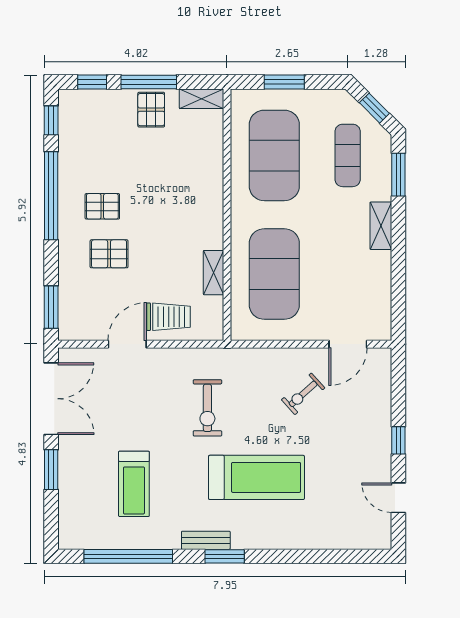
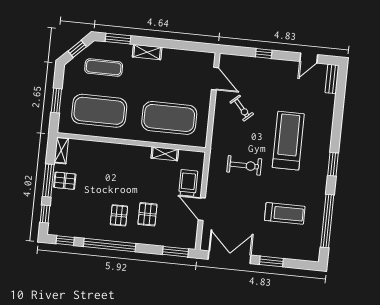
window: (398, 440) -> (264, 54), moved
bench: (206, 540) -> (332, 79), moved

